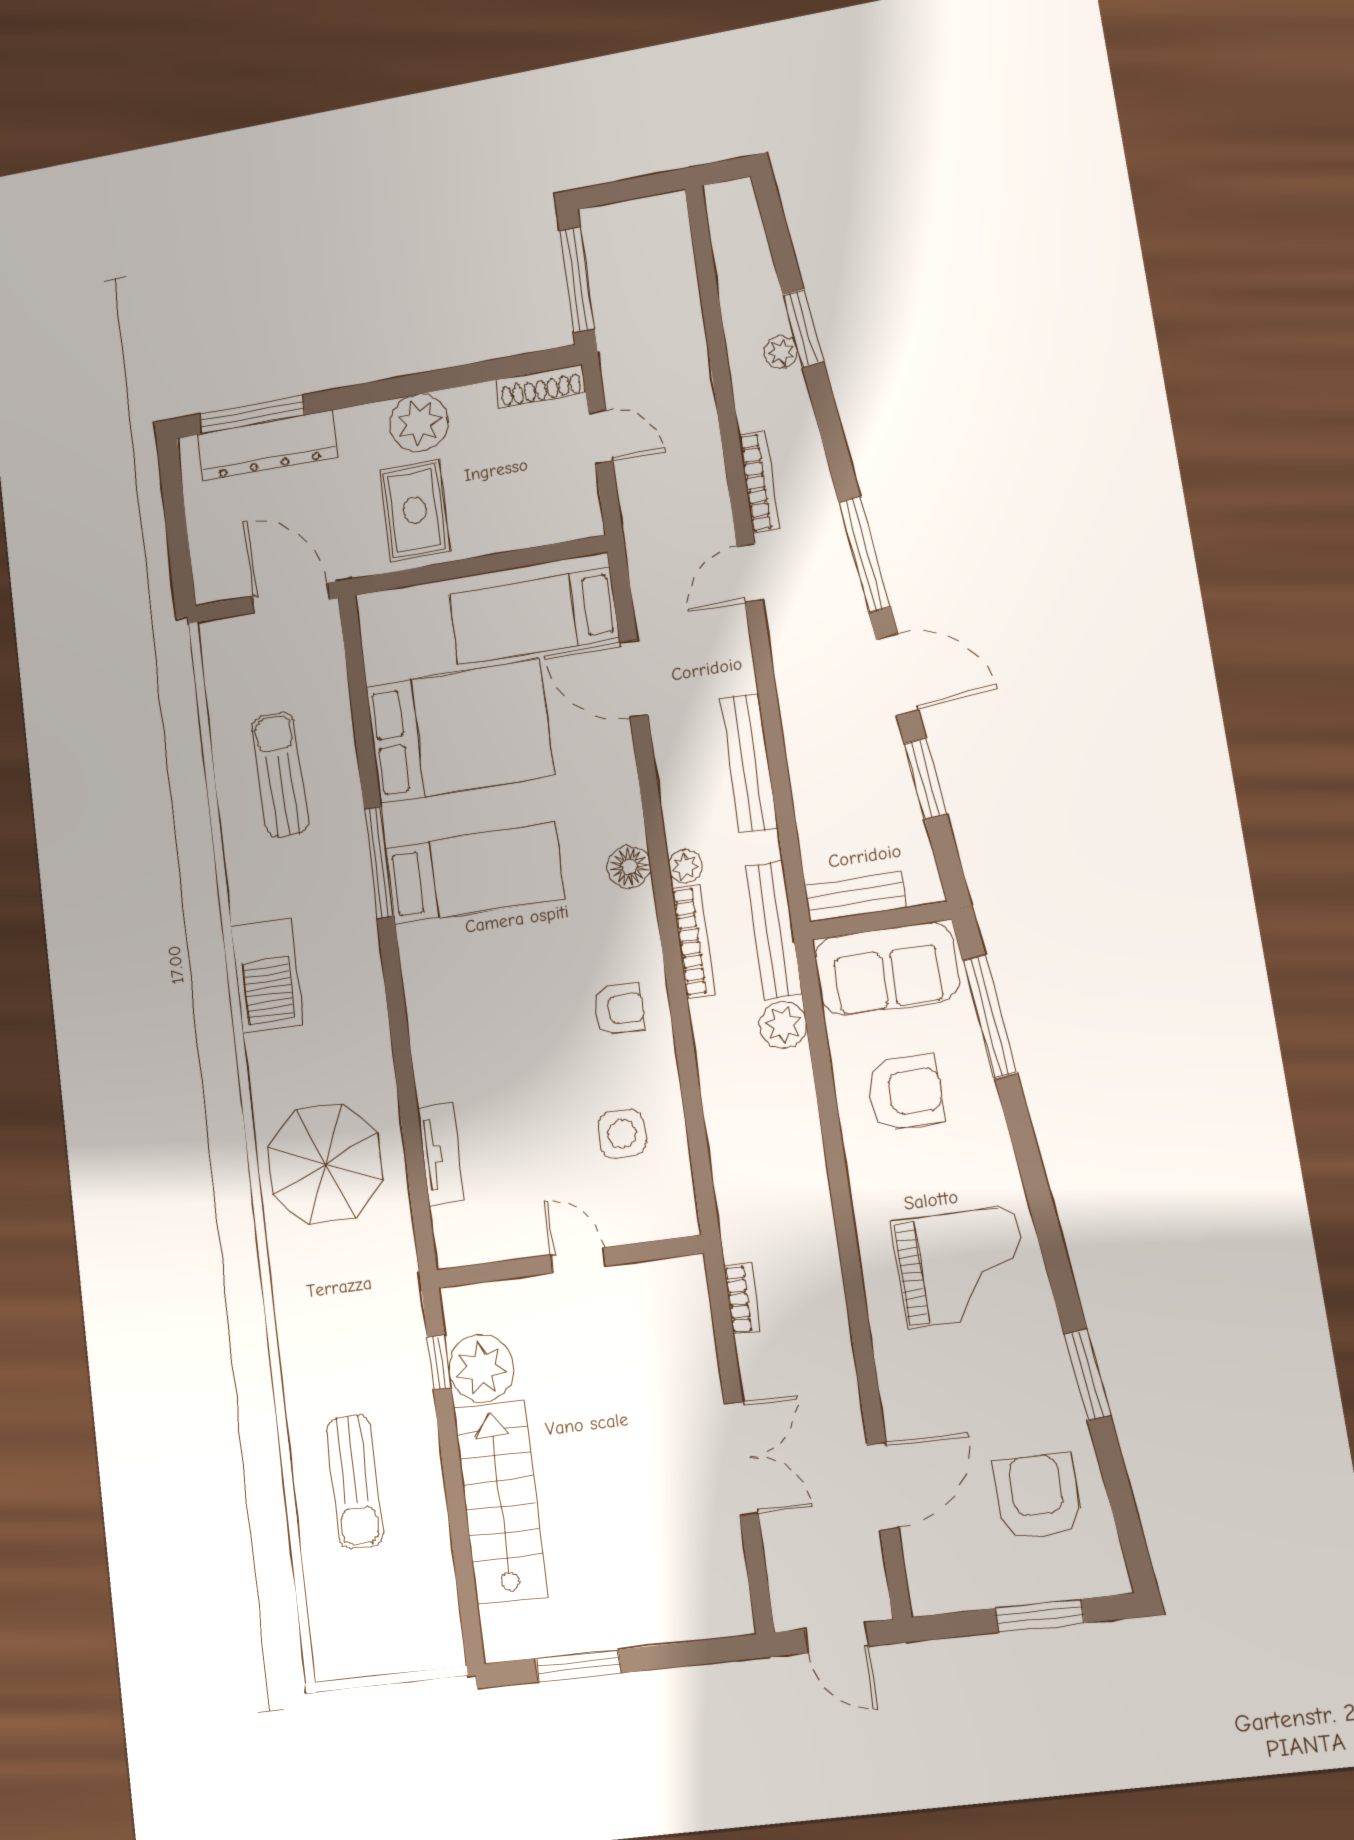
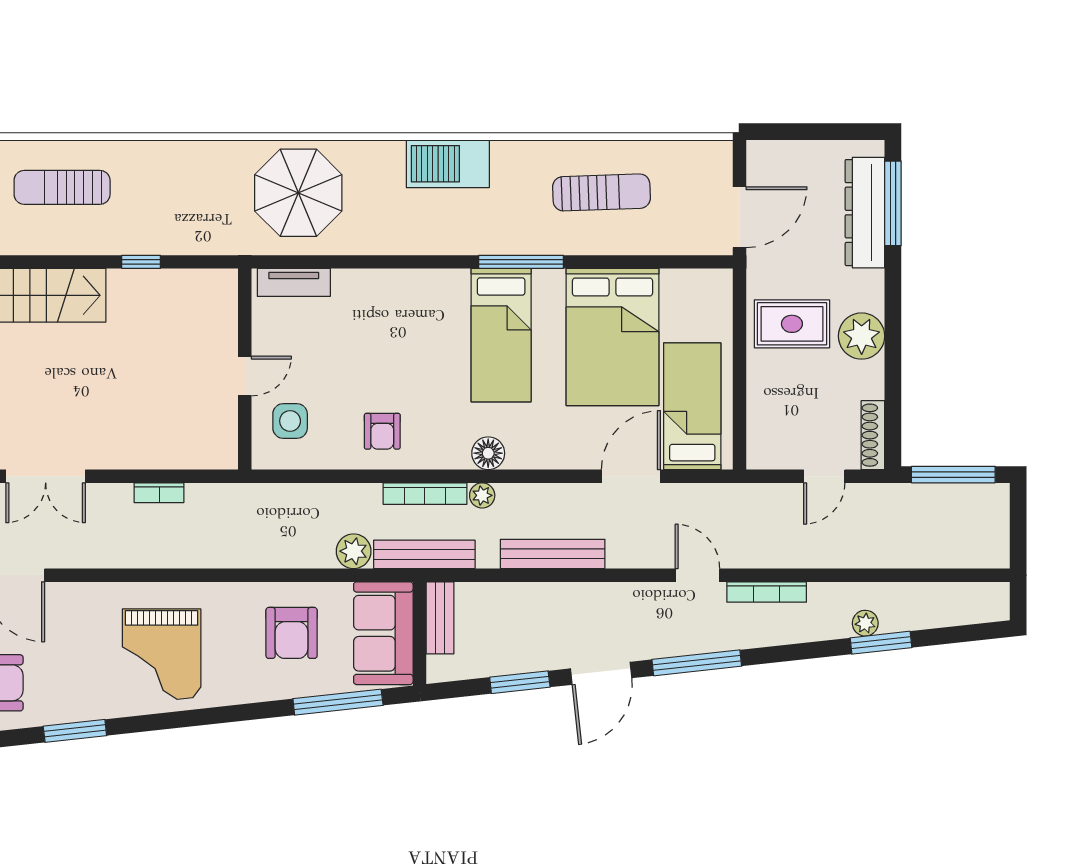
door: (578, 1260) -> (245, 376), moved
wall: (569, 1262) -> (245, 369), moved
plant: (481, 1368) -> (133, 293), removed

